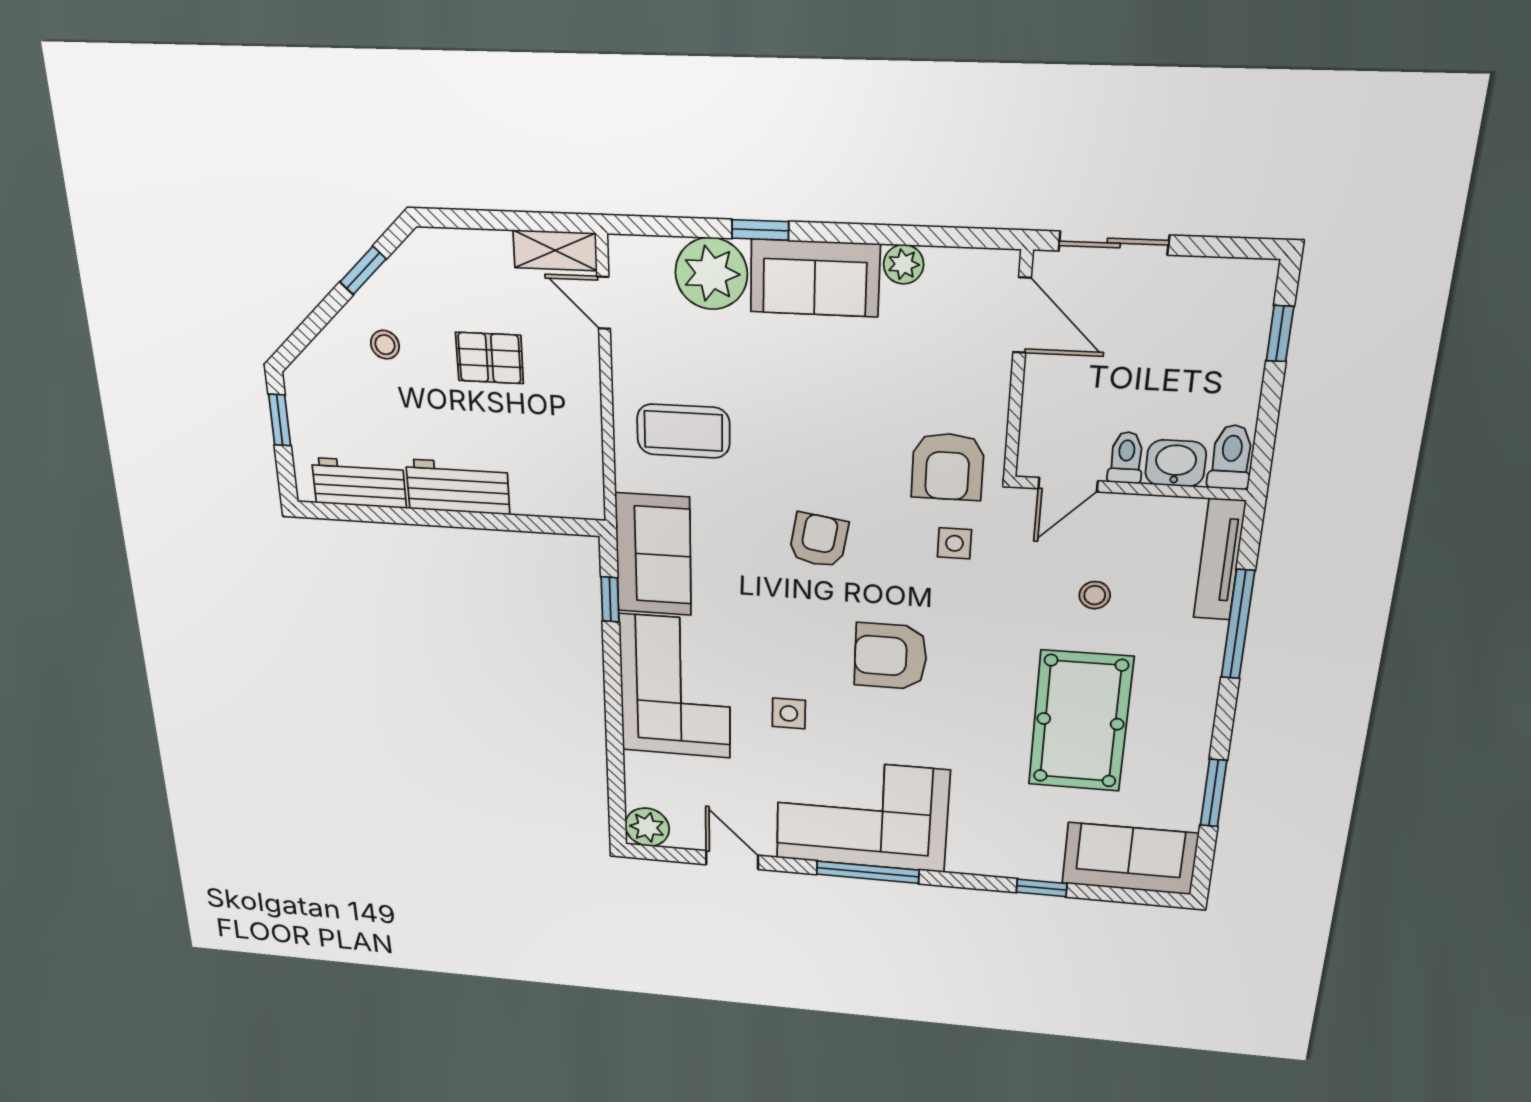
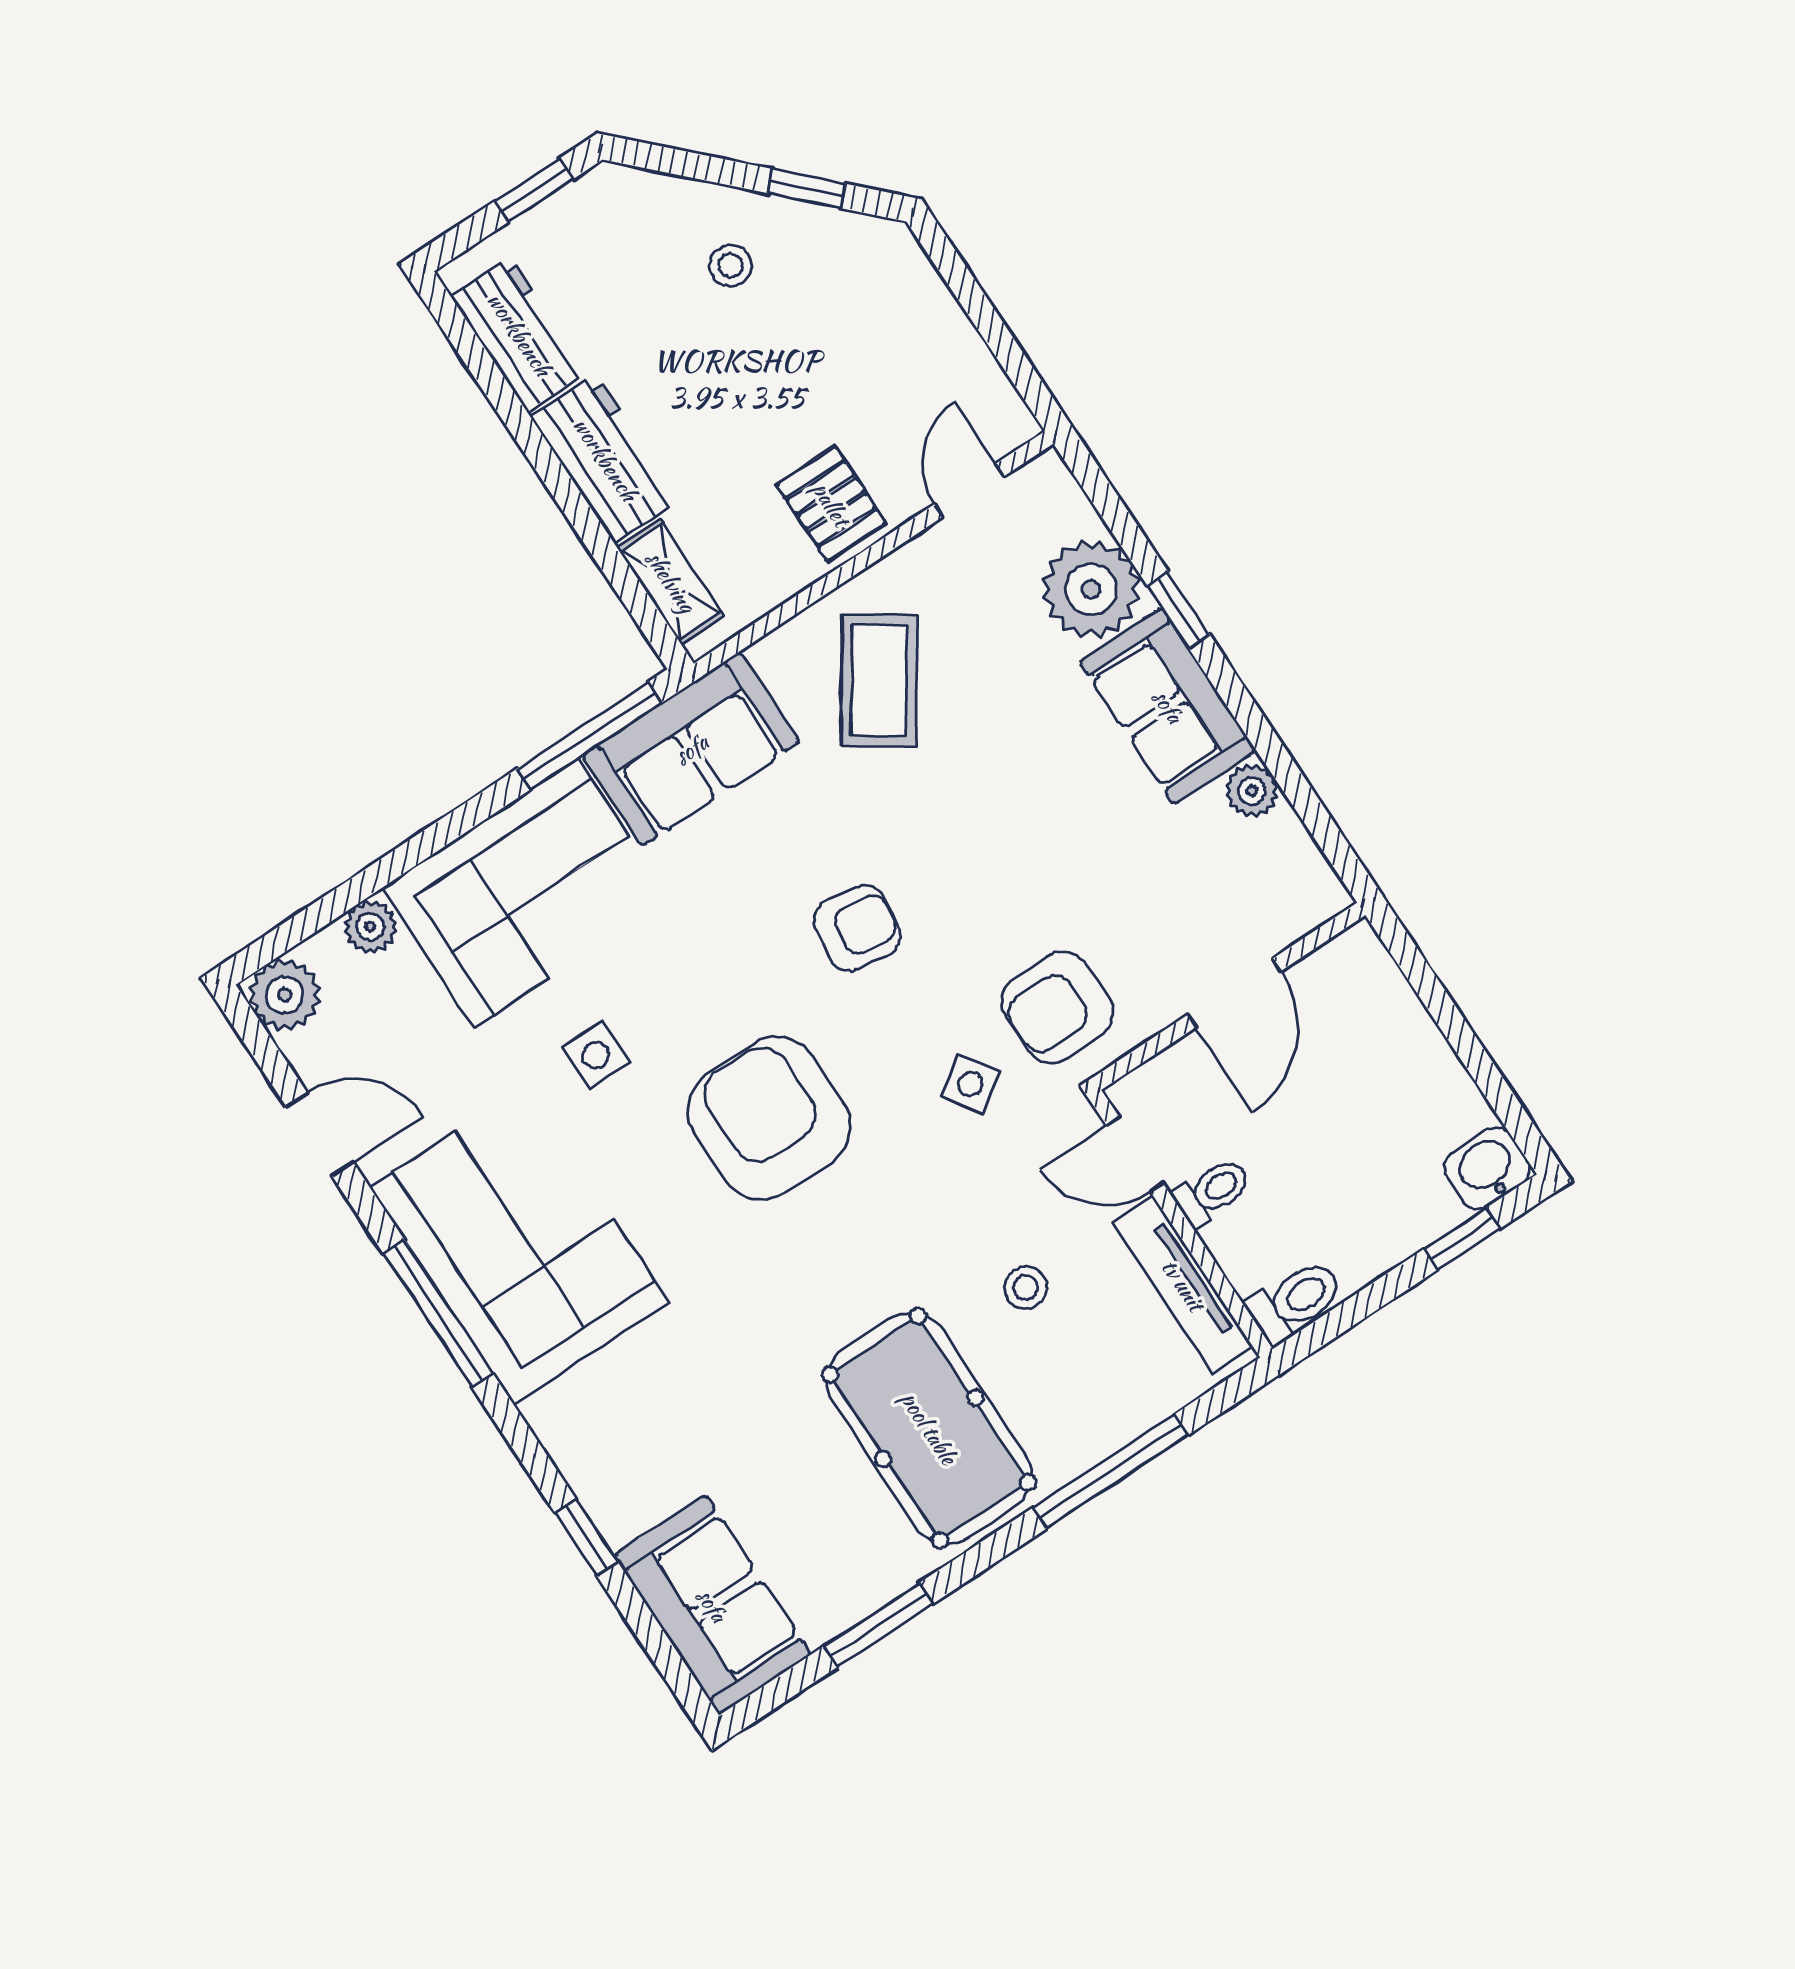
sliding door: (1114, 243) -> (1432, 993), removed
shelving: (555, 250) -> (671, 582), moved
door: (1022, 315) -> (1234, 993), moved
pallet: (489, 358) -> (831, 504), moved
coffee table: (683, 431) -> (879, 681), turned 34
washbasin: (1176, 463) -> (1487, 1168), moved, turned -90
side table: (954, 543) -> (970, 1084), turned -35
tv unit: (1219, 560) -> (1183, 1285), moved, turned -90
window: (610, 599) -> (589, 736), width x2.17
armchair: (891, 656) -> (769, 1118), width x1.36, depth x1.36
pool table: (1080, 721) -> (929, 1428), moved, turned 90
plant: (640, 768) -> (370, 927), added
door: (732, 860) -> (320, 1134), hinge flipped

